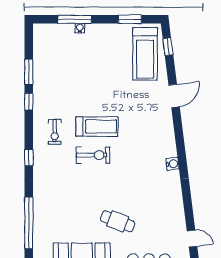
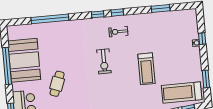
window: (75, 19) -> (202, 39), width x0.46
window: (29, 102) -> (117, 13), moved
treadmill: (97, 127) -> (146, 69), moved

